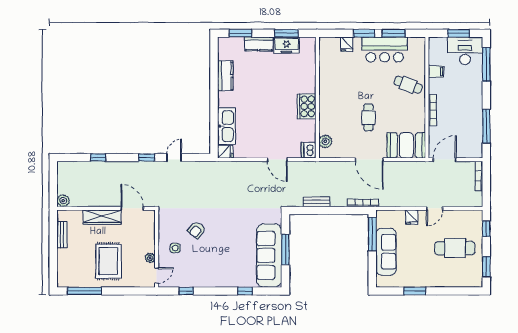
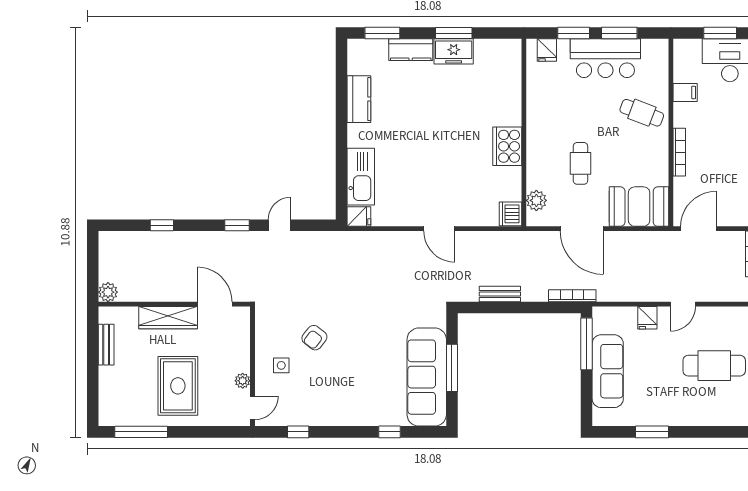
wall: (317, 98) -> (524, 133), moved
cooker: (307, 106) -> (507, 146), moved
plant: (325, 141) -> (536, 200), moved
dishwasher: (309, 150) -> (511, 214), moved

